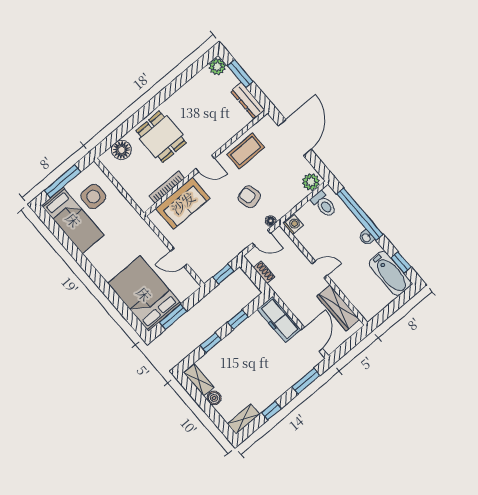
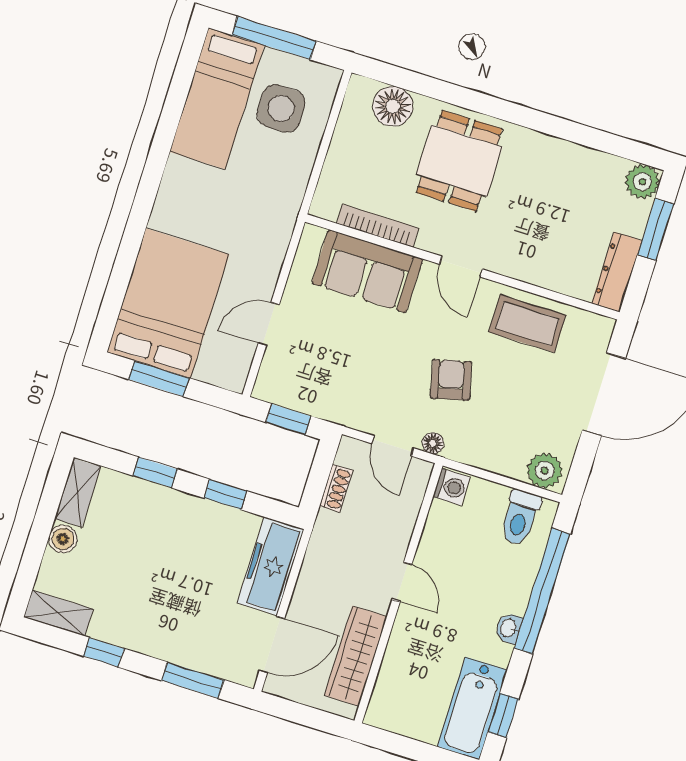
door: (179, 257) -> (269, 324), hinge flipped

